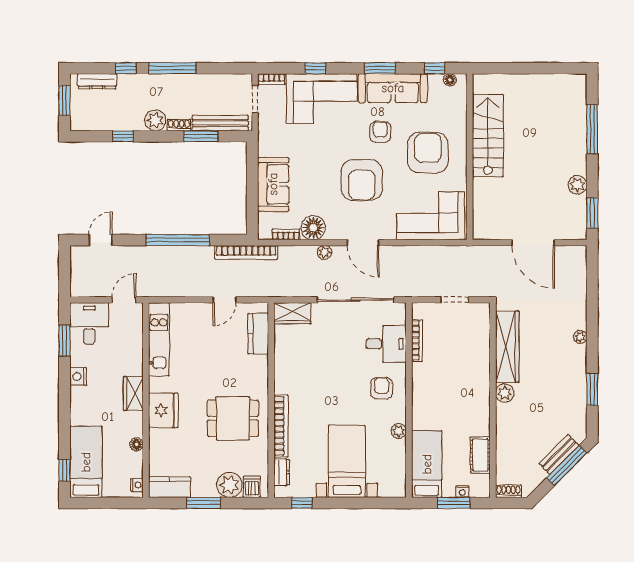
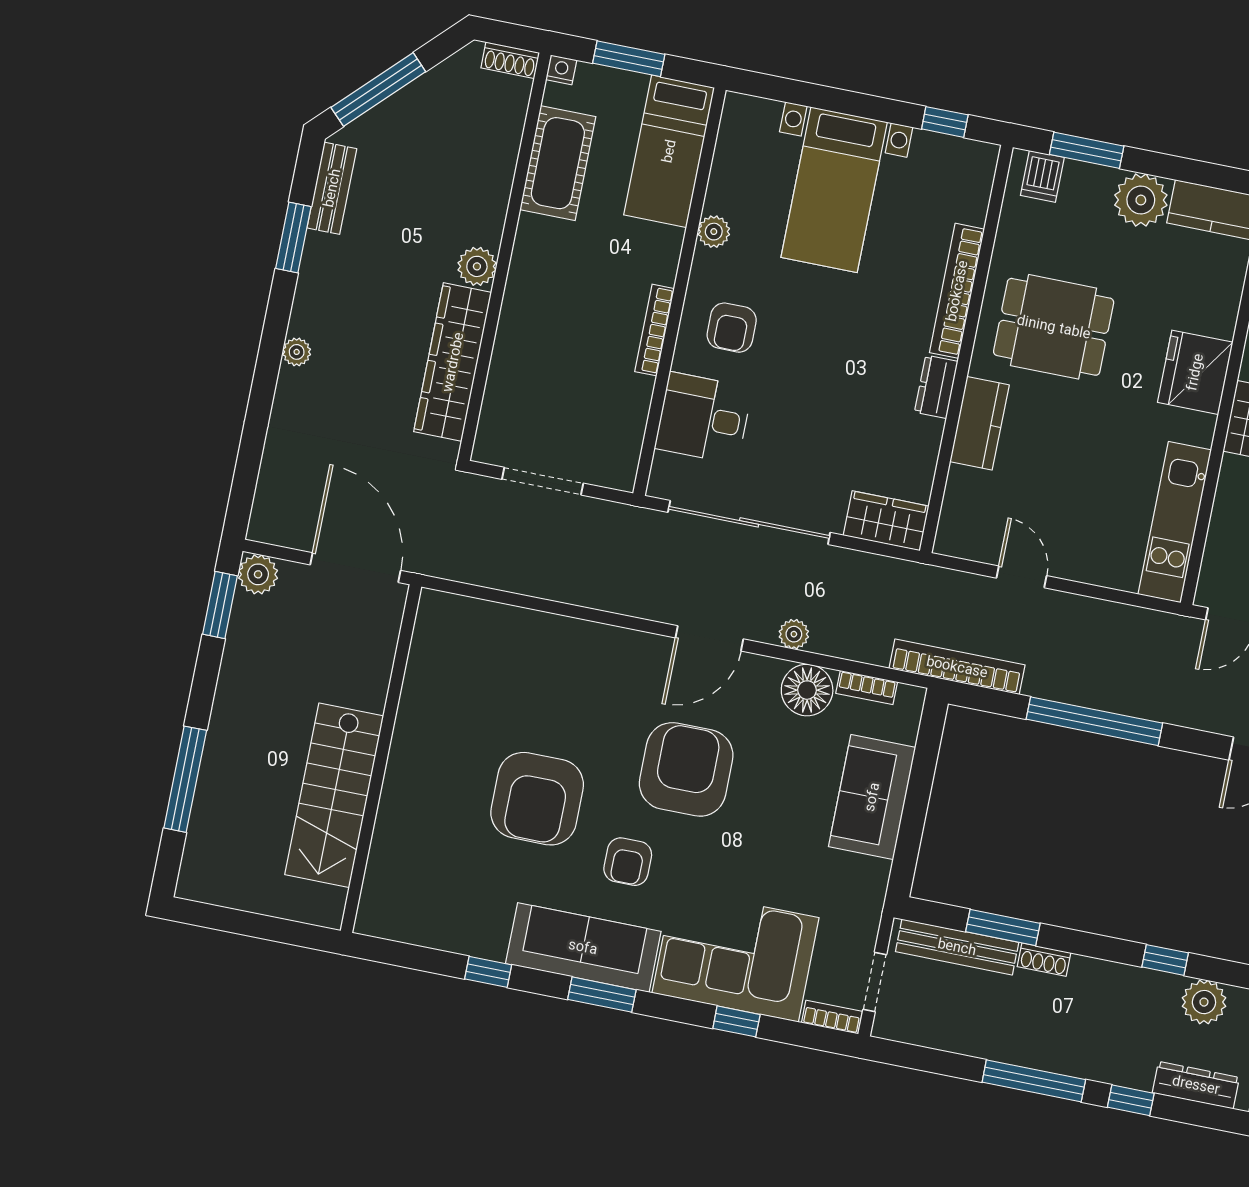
floor lamp: (450, 80) -> (461, 941), removed
plant: (155, 120) -> (1204, 1002), moved
stairs: (488, 136) -> (334, 795), moved
wall: (470, 157) -> (381, 759), moved
plant: (577, 185) -> (258, 574), moved
corner sofa: (431, 216) -> (557, 666), removed
door: (363, 243) -> (709, 638), swing flipped
door: (225, 300) -> (1022, 577), hinge flipped
doorway: (455, 300) -> (543, 481), width x1.38
kitchen counter: (258, 334) -> (979, 423), moved
bookcase: (417, 340) -> (654, 330), moved
cot: (480, 455) -> (558, 163), width x1.37, depth x1.34
bench: (559, 455) -> (332, 188), moved, turned -45
dresser: (282, 472) -> (936, 387), moved
plant: (230, 485) -> (1141, 200), moved
nightstand: (462, 492) -> (561, 70), moved
window: (204, 503) -> (1087, 150), moved

